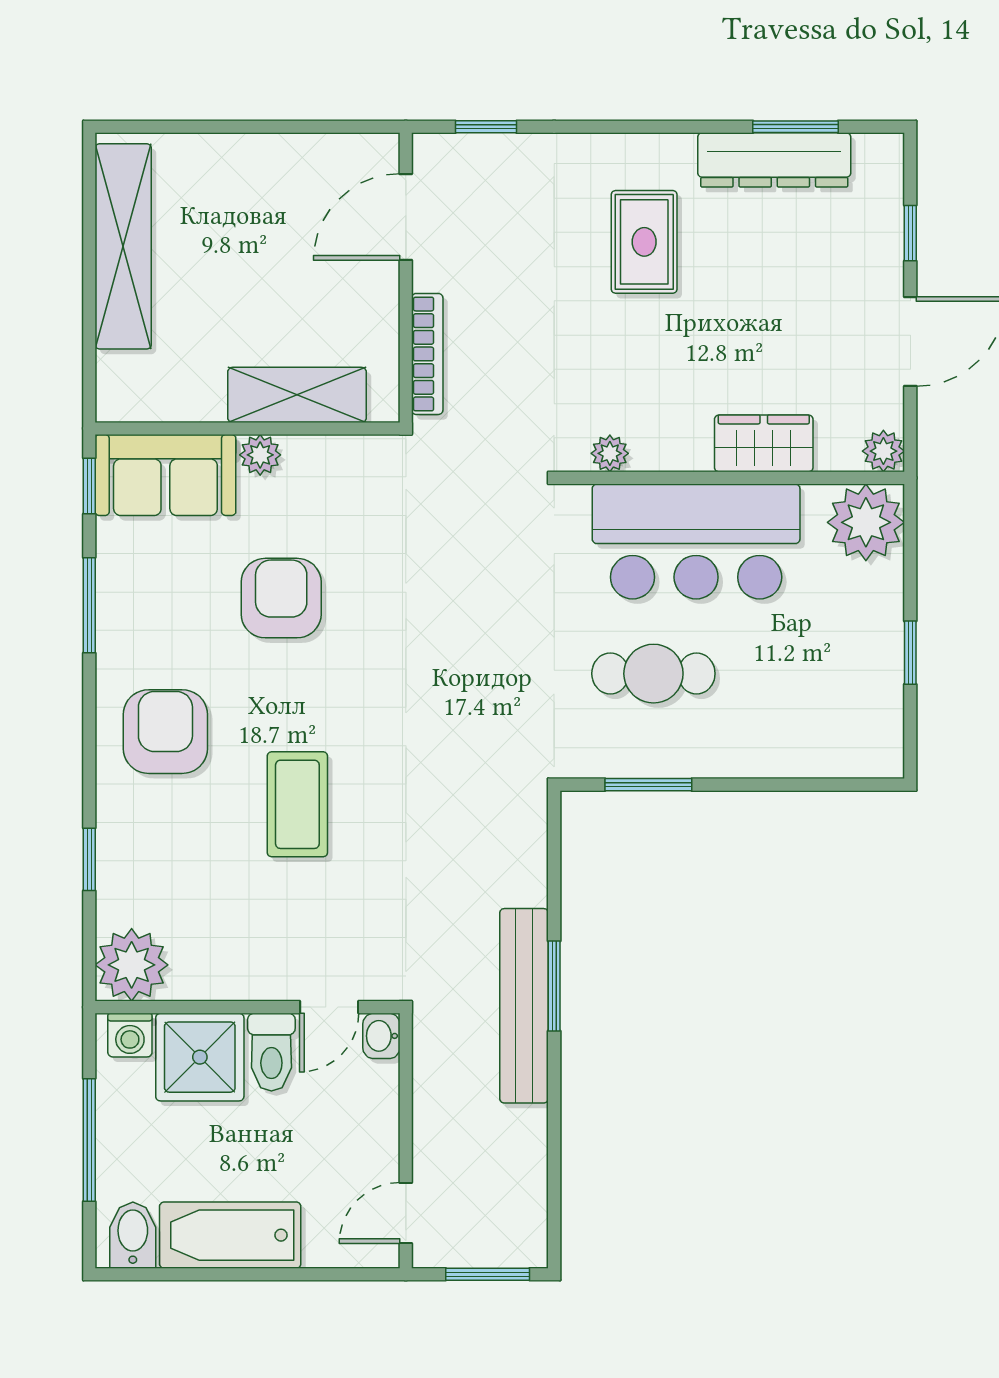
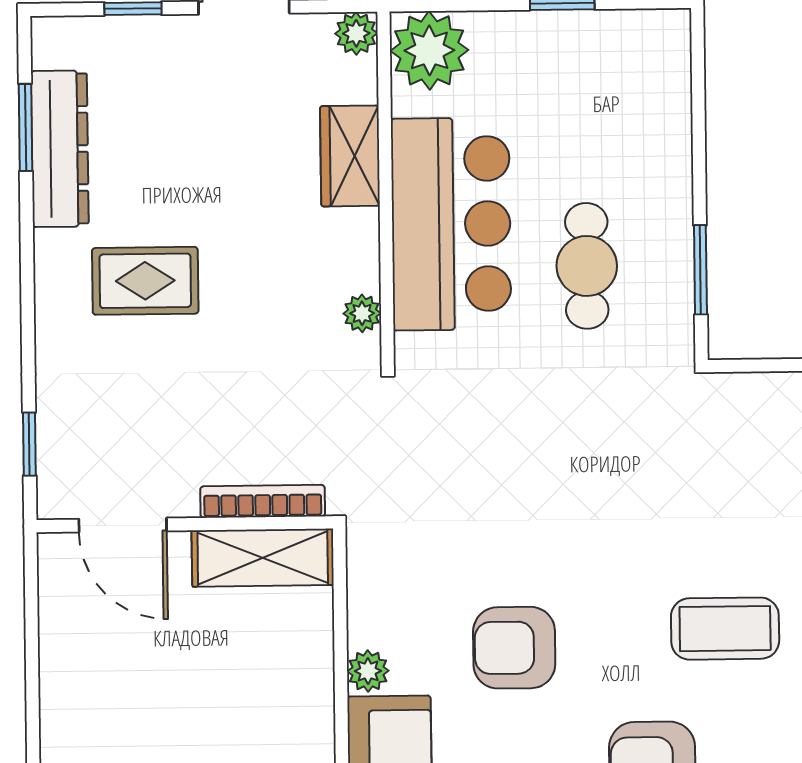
shelving: (297, 395) -> (263, 558), moved, turned 90

